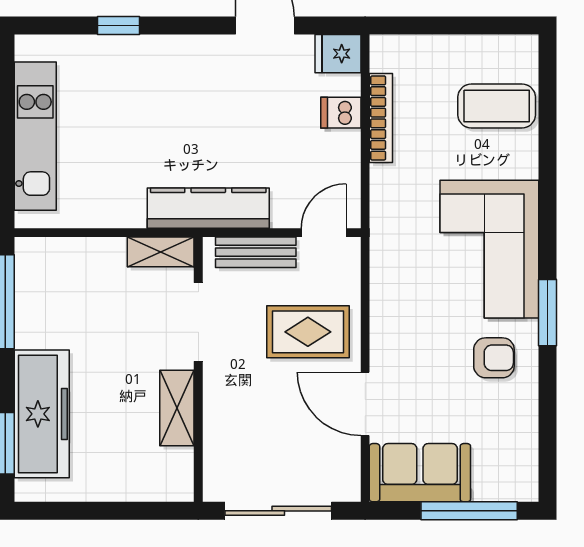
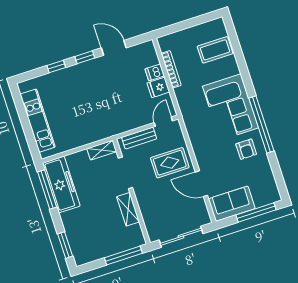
window: (191, 26) -> (85, 57), added
fridge: (338, 54) -> (158, 87), moved
kitchen counter: (208, 208) -> (115, 127), removed
window: (547, 313) -> (261, 125), width x2.11
armchair: (494, 358) -> (246, 149), turned 90
freezer: (42, 414) -> (61, 185), moved
window: (132, 511) -> (123, 255), added

